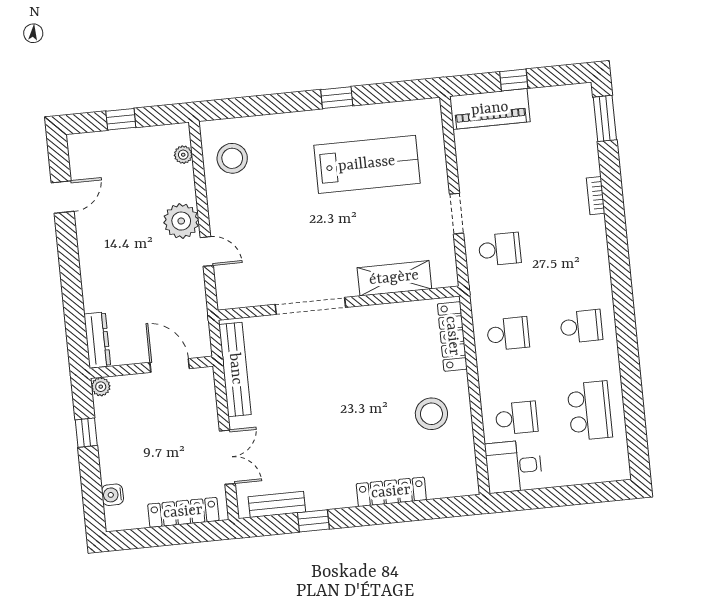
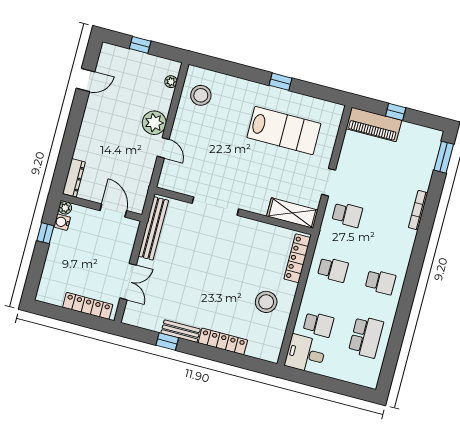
bookcase: (596, 196) -> (418, 210), width x1.56
shelving: (394, 278) -> (292, 213), moved
water cooler: (112, 495) -> (62, 222), moved
bench: (277, 504) -> (181, 331), moved

